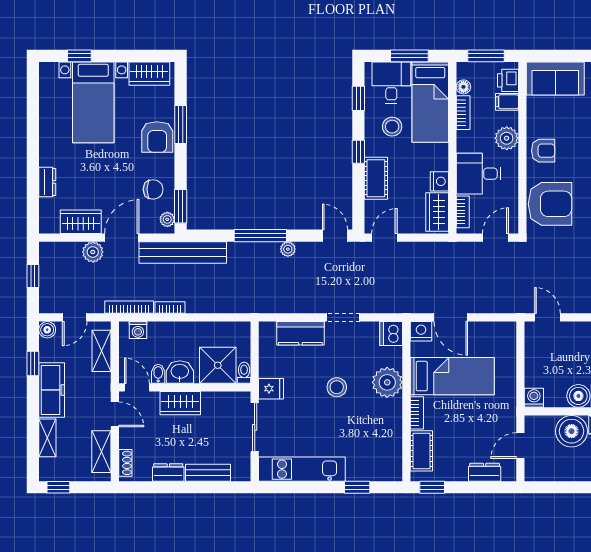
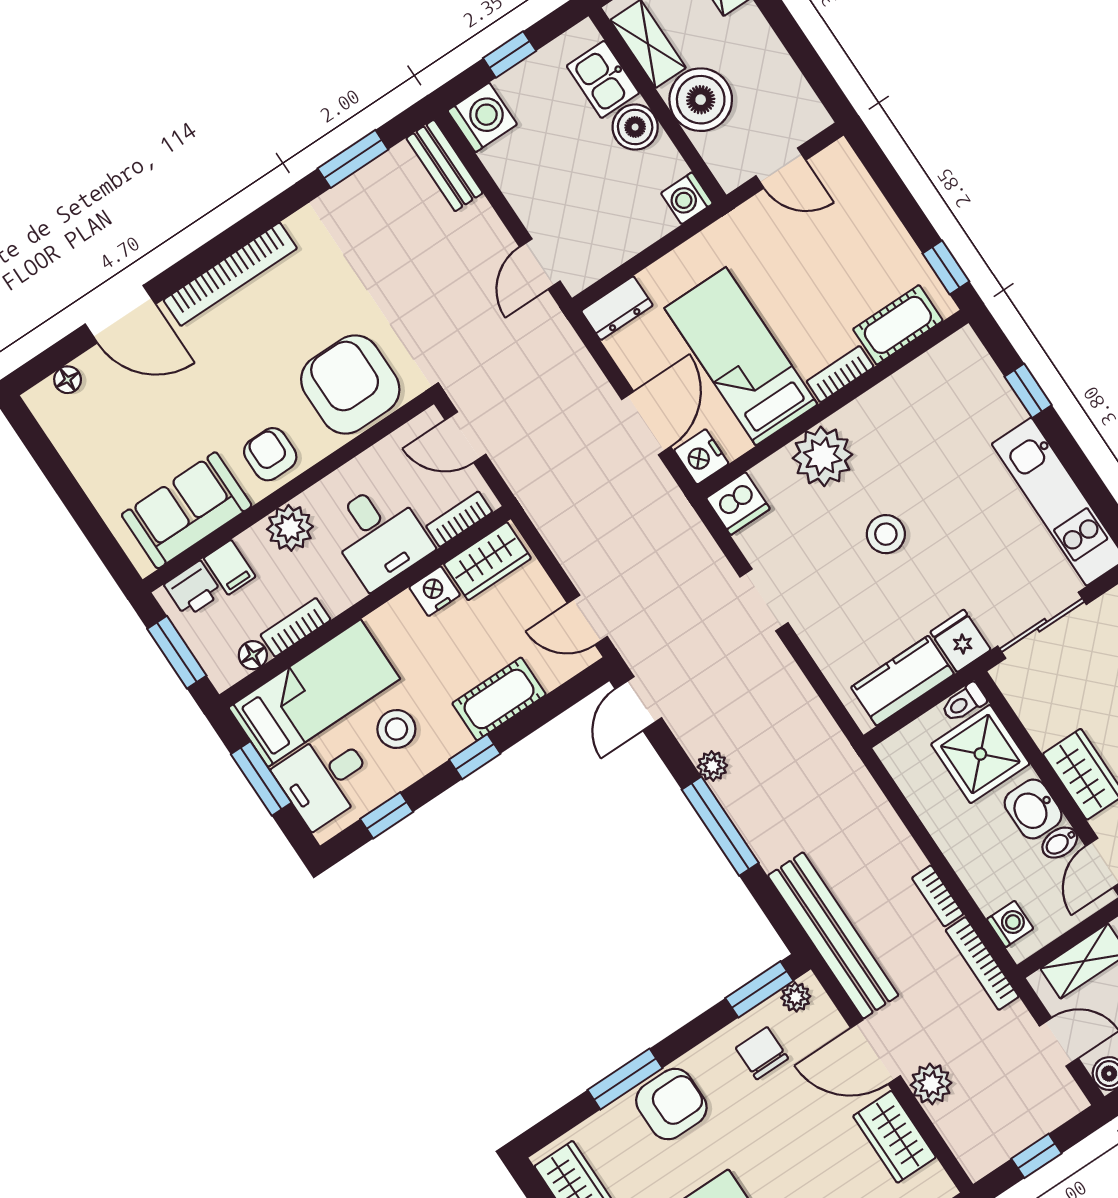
sofa: (555, 78) -> (187, 510), moved, turned -90
kitchen counter: (300, 333) -> (902, 681), moved, turned -90
dresser: (485, 472) -> (617, 308), moved, turned -90

